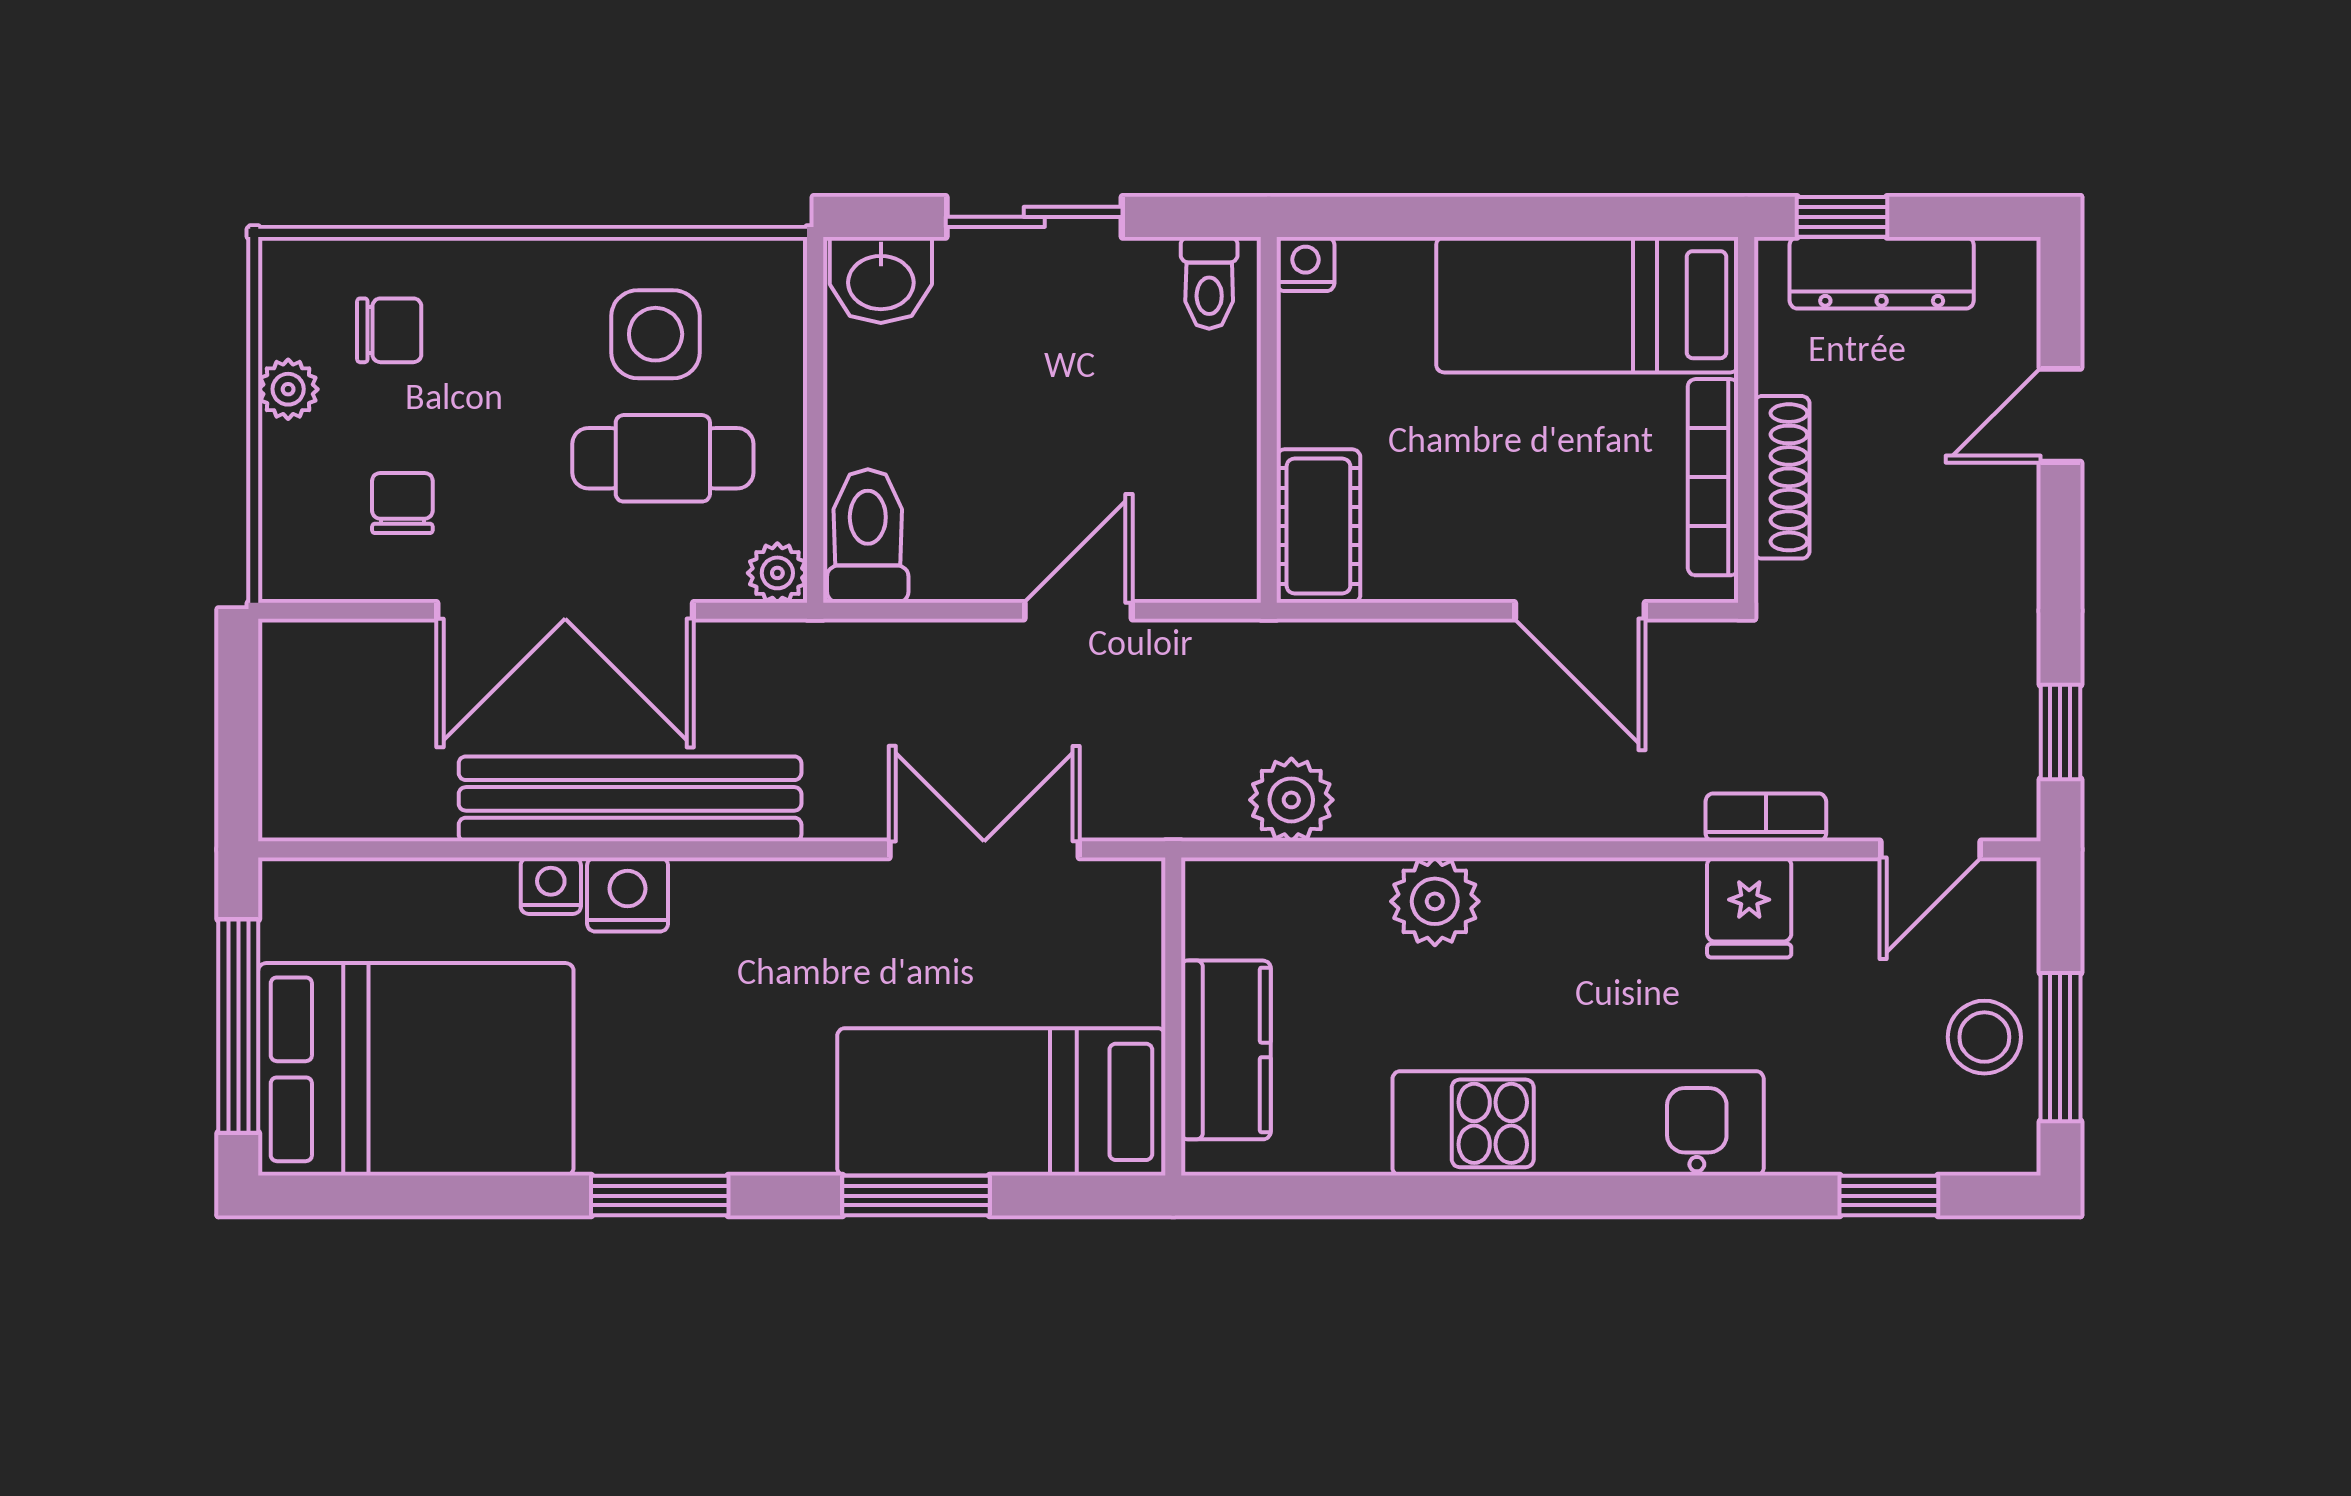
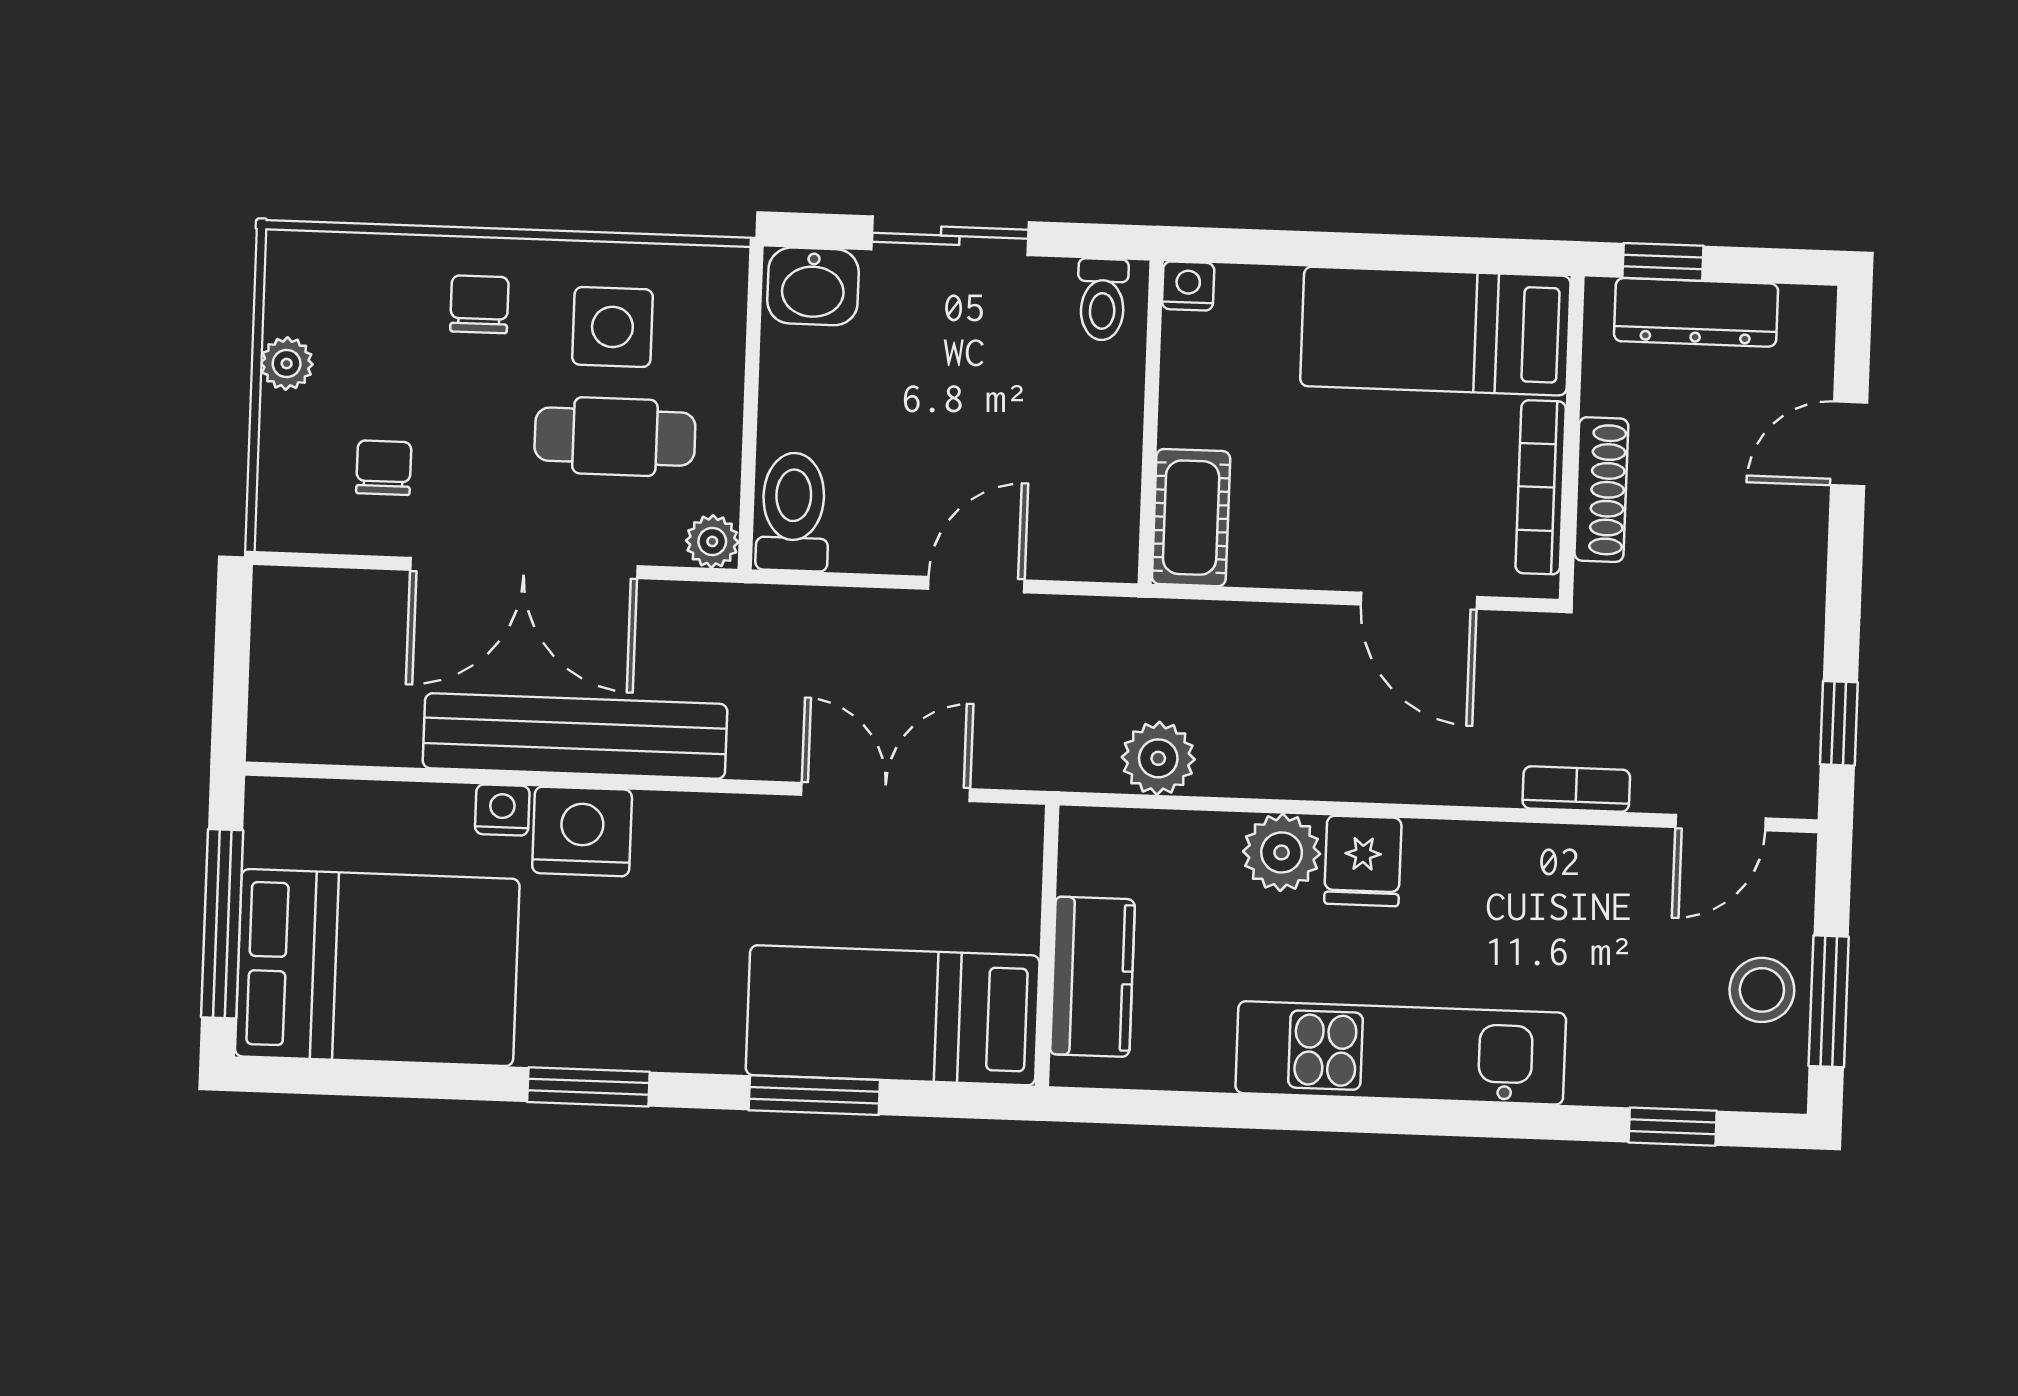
chair: (389, 330) -> (479, 304), moved, turned -90
nightstand: (628, 895) -> (582, 831), width x1.36, depth x1.33
fridge: (1749, 908) -> (1363, 861), moved

